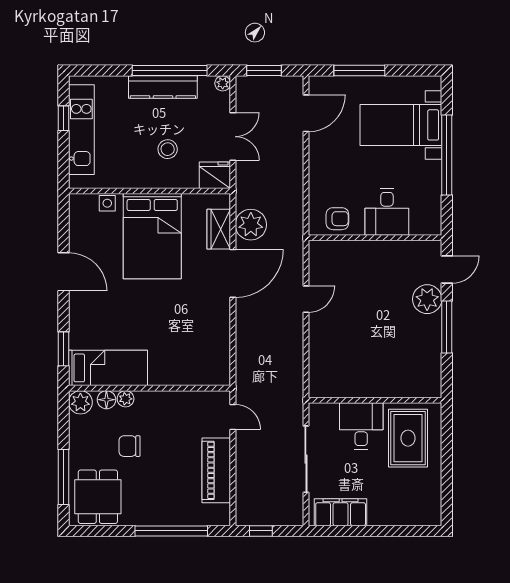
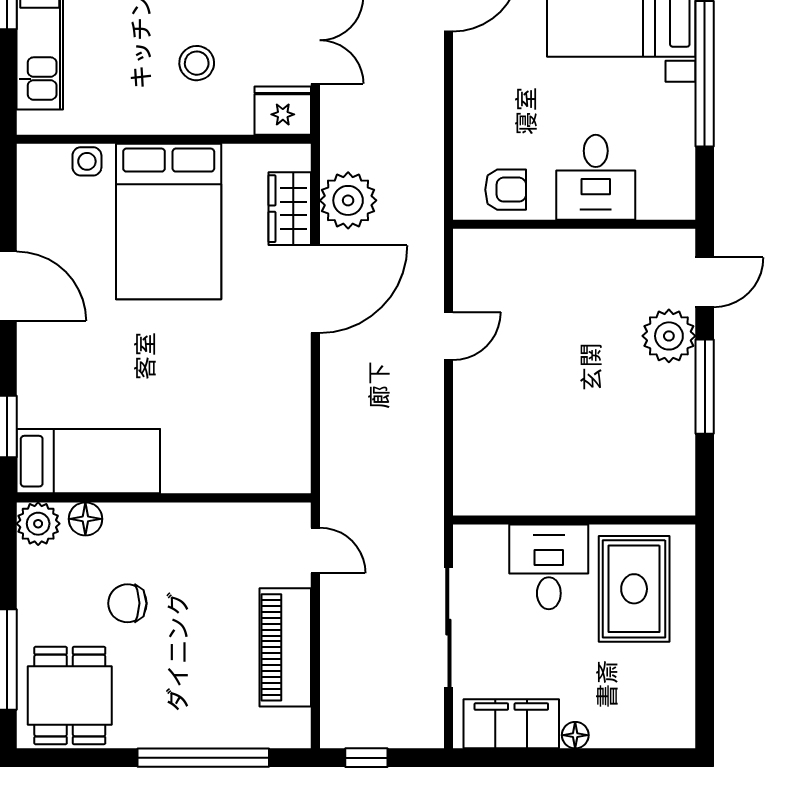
plant: (126, 399) -> (120, 517), removed
floor lamp: (376, 519) -> (575, 735), added

